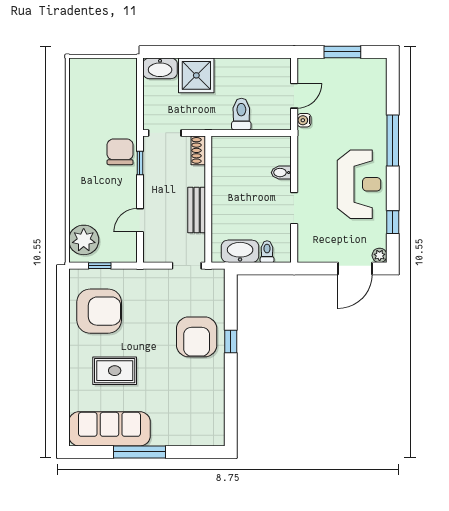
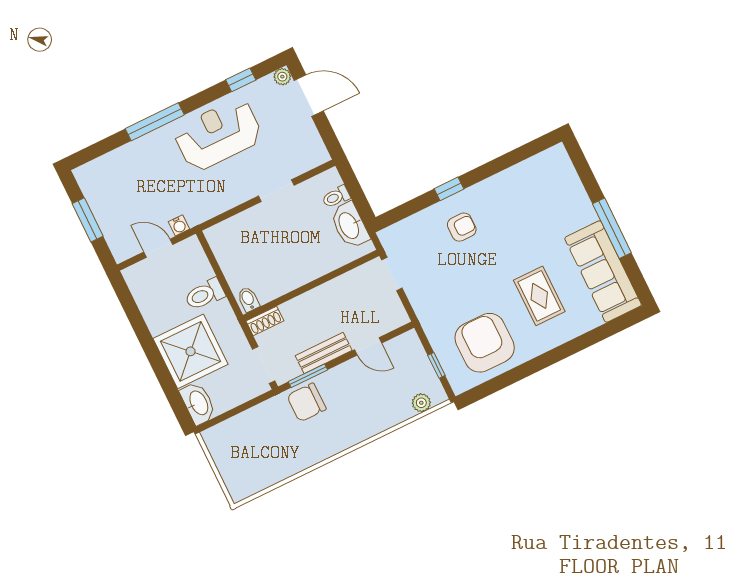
shower: (196, 75) -> (191, 351), width x1.37, depth x1.37
window: (140, 163) -> (308, 376), width x1.50
bidet: (281, 173) -> (248, 299), moved, turned 180
bench: (197, 210) -> (324, 353), moved
plant: (84, 240) -> (421, 403), width x0.53, depth x0.53
armchair: (197, 337) -> (462, 227), width x0.53, depth x0.53

